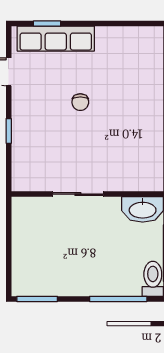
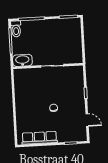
row of seats: (56, 39) -> (39, 138), moved

